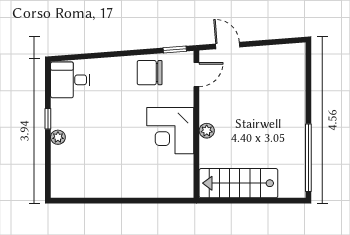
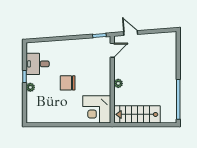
chair: (150, 73) -> (68, 83), moved
desk: (70, 80) -> (38, 64), moved
corner desk: (170, 131) -> (97, 109), moved

